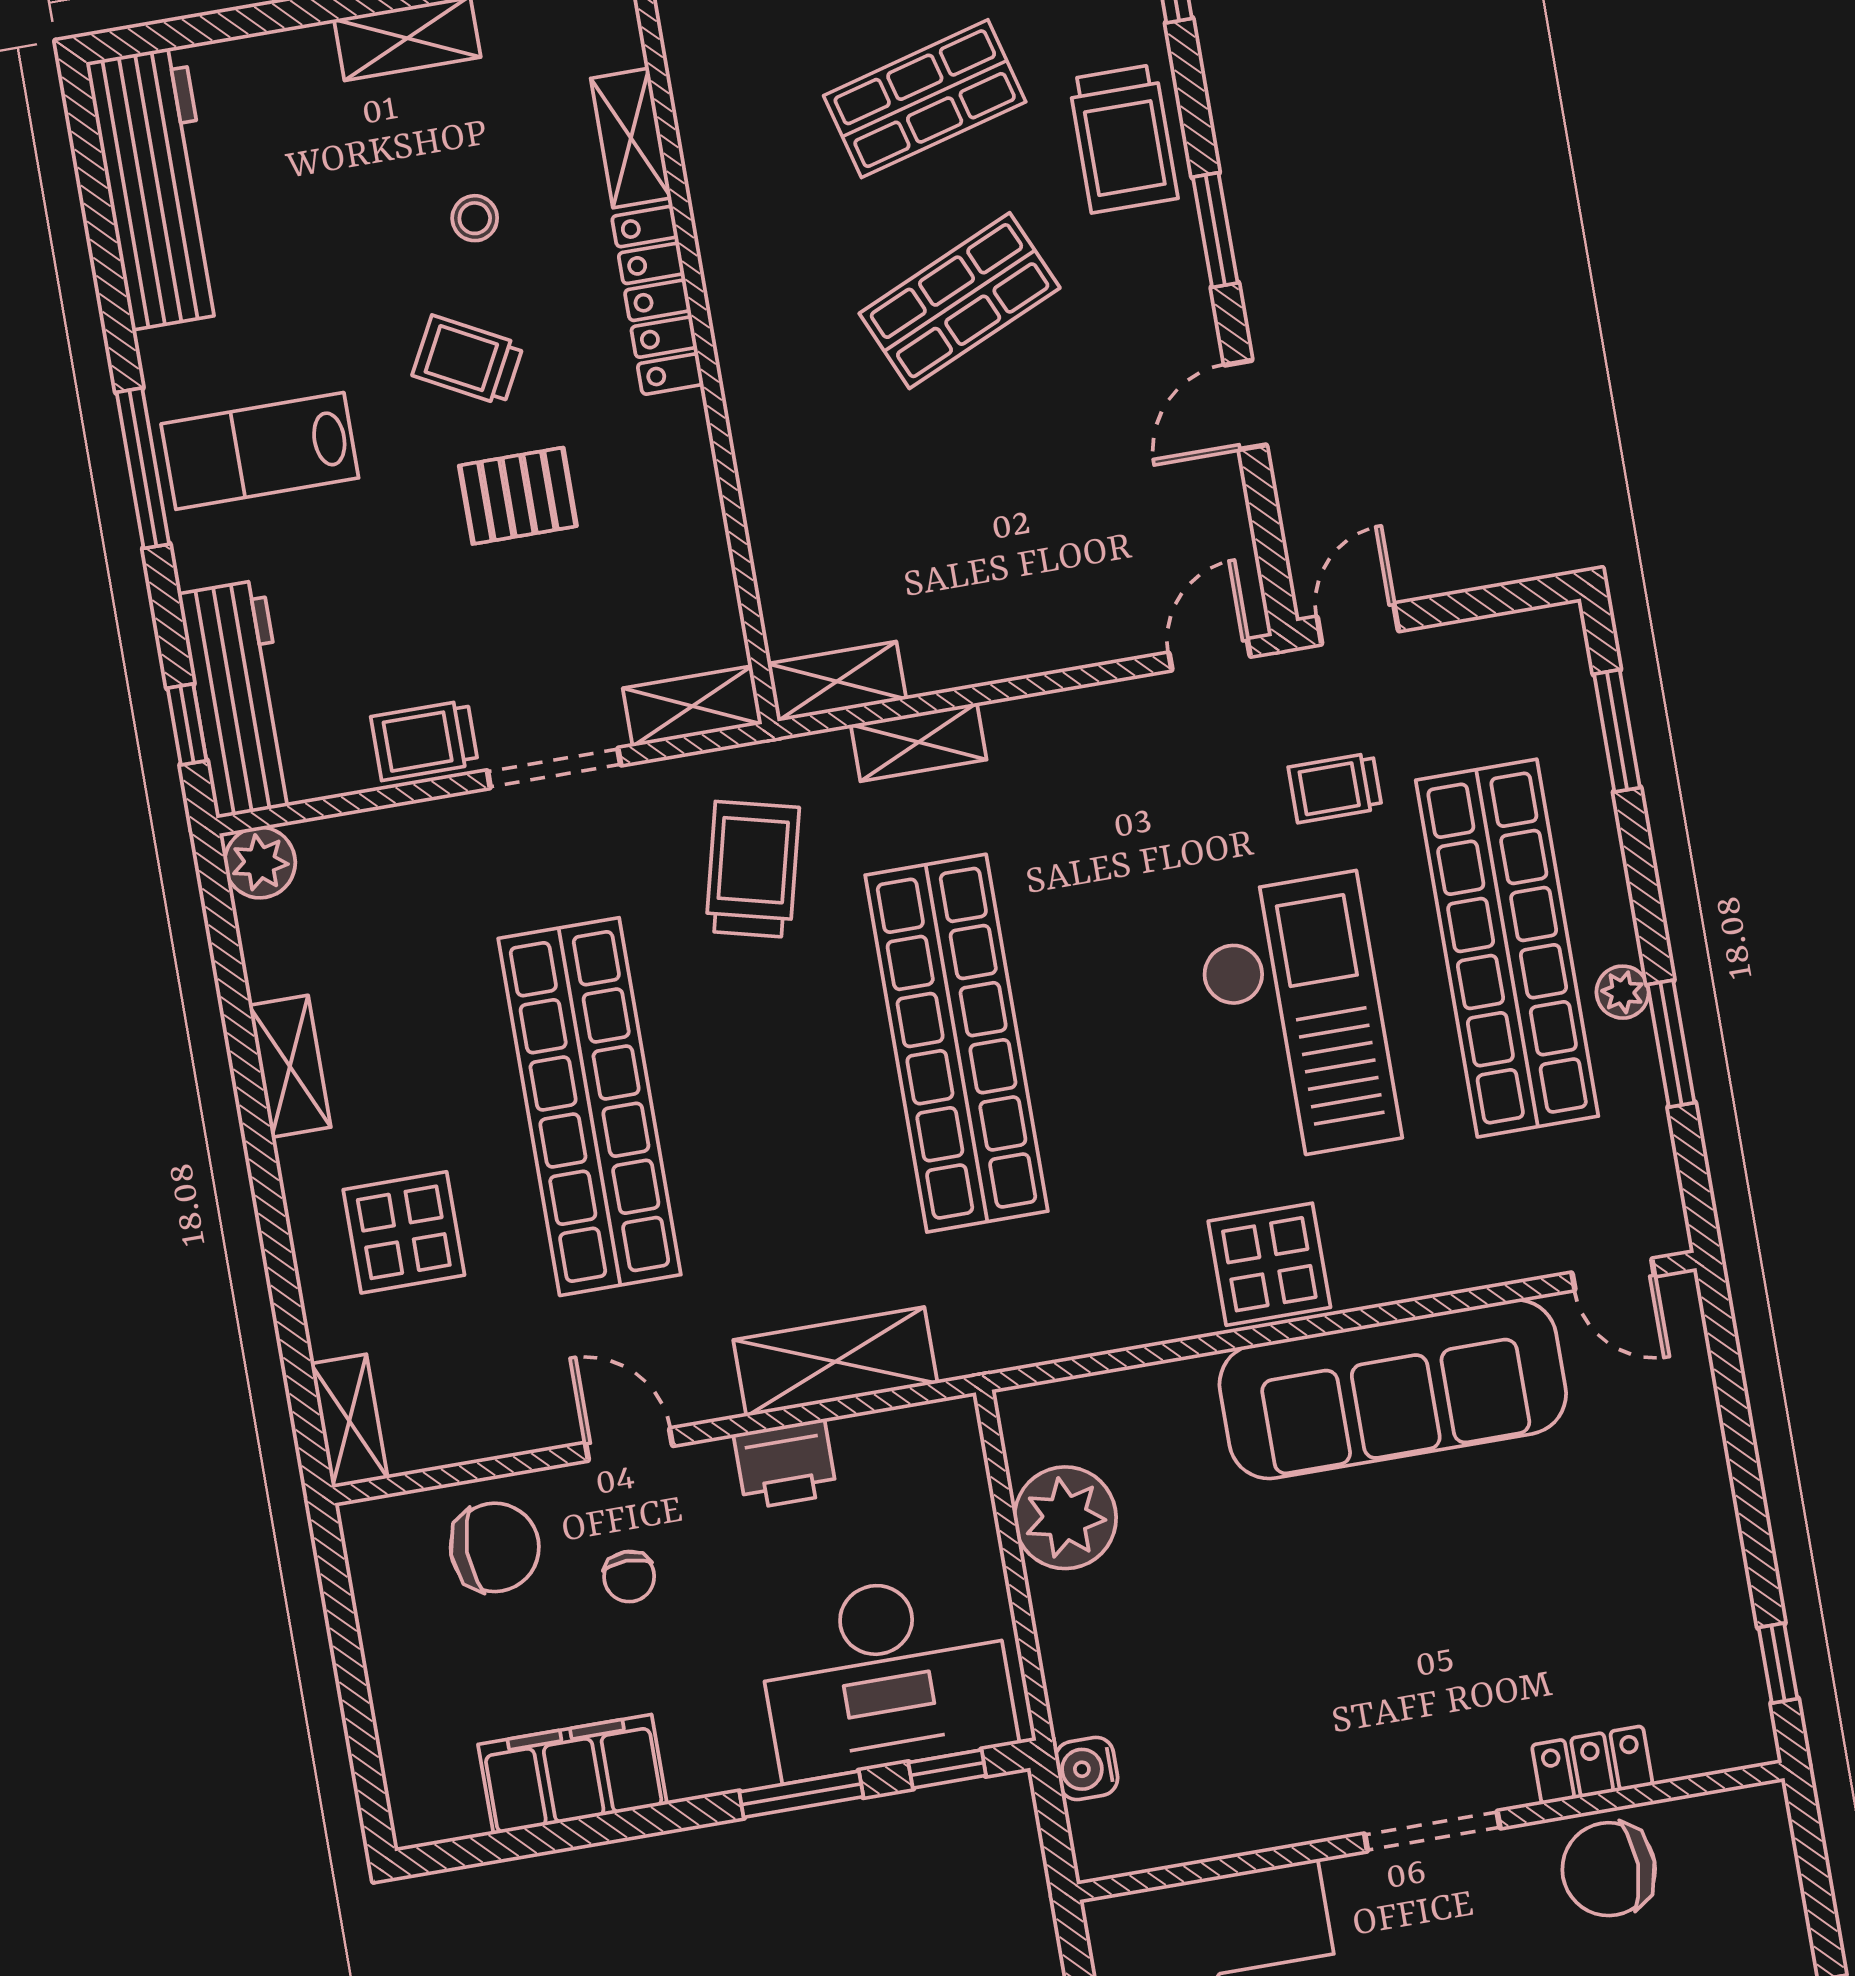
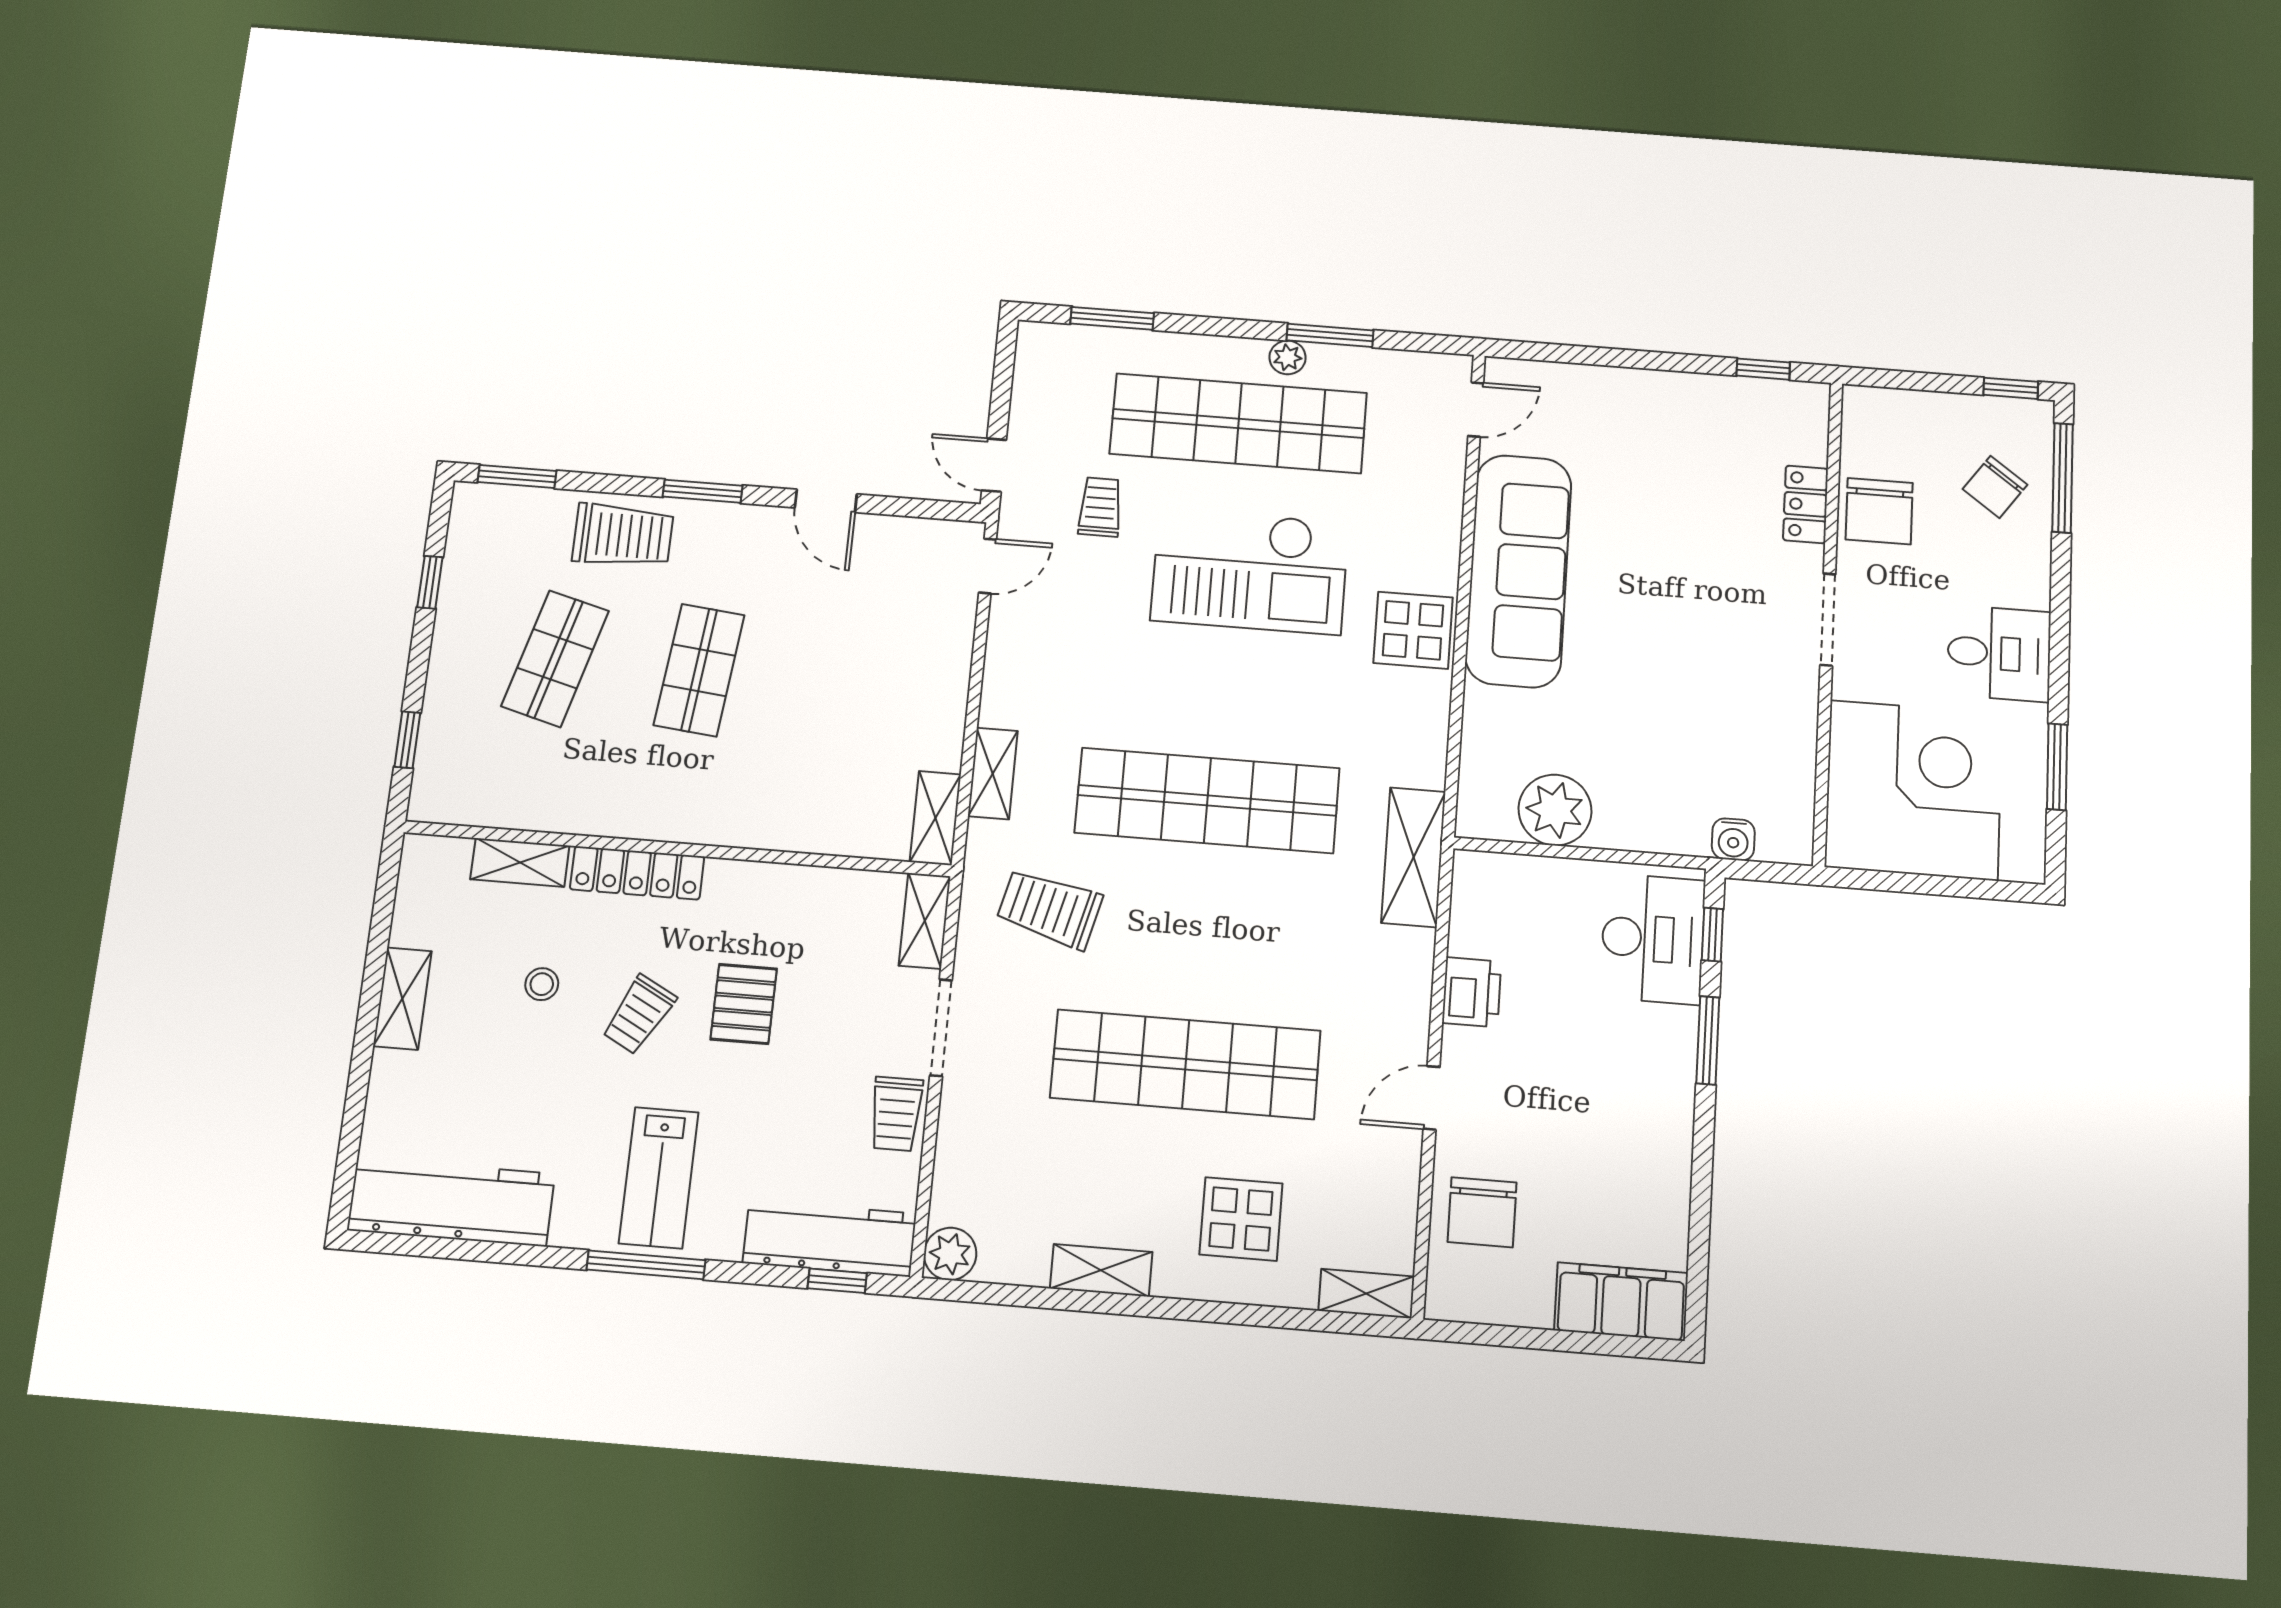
shop shelf: (925, 99) -> (555, 659), turned 30
shop shelf: (960, 301) -> (699, 670), turned 30
door: (1210, 655) -> (987, 566), swing flipped
trolley: (1335, 788) -> (1100, 507), turned 180
checkout: (1296, 1018) -> (1250, 571), turned 180
shelving: (835, 1362) -> (1413, 857), moved
chair: (495, 1547) -> (1482, 1212), turned 180
chair: (629, 1577) -> (1525, 1122), removed
desk: (886, 1675) -> (1653, 939), width x0.73, depth x0.77
filing cabinet: (573, 1774) -> (1621, 1302), moved, turned 90

